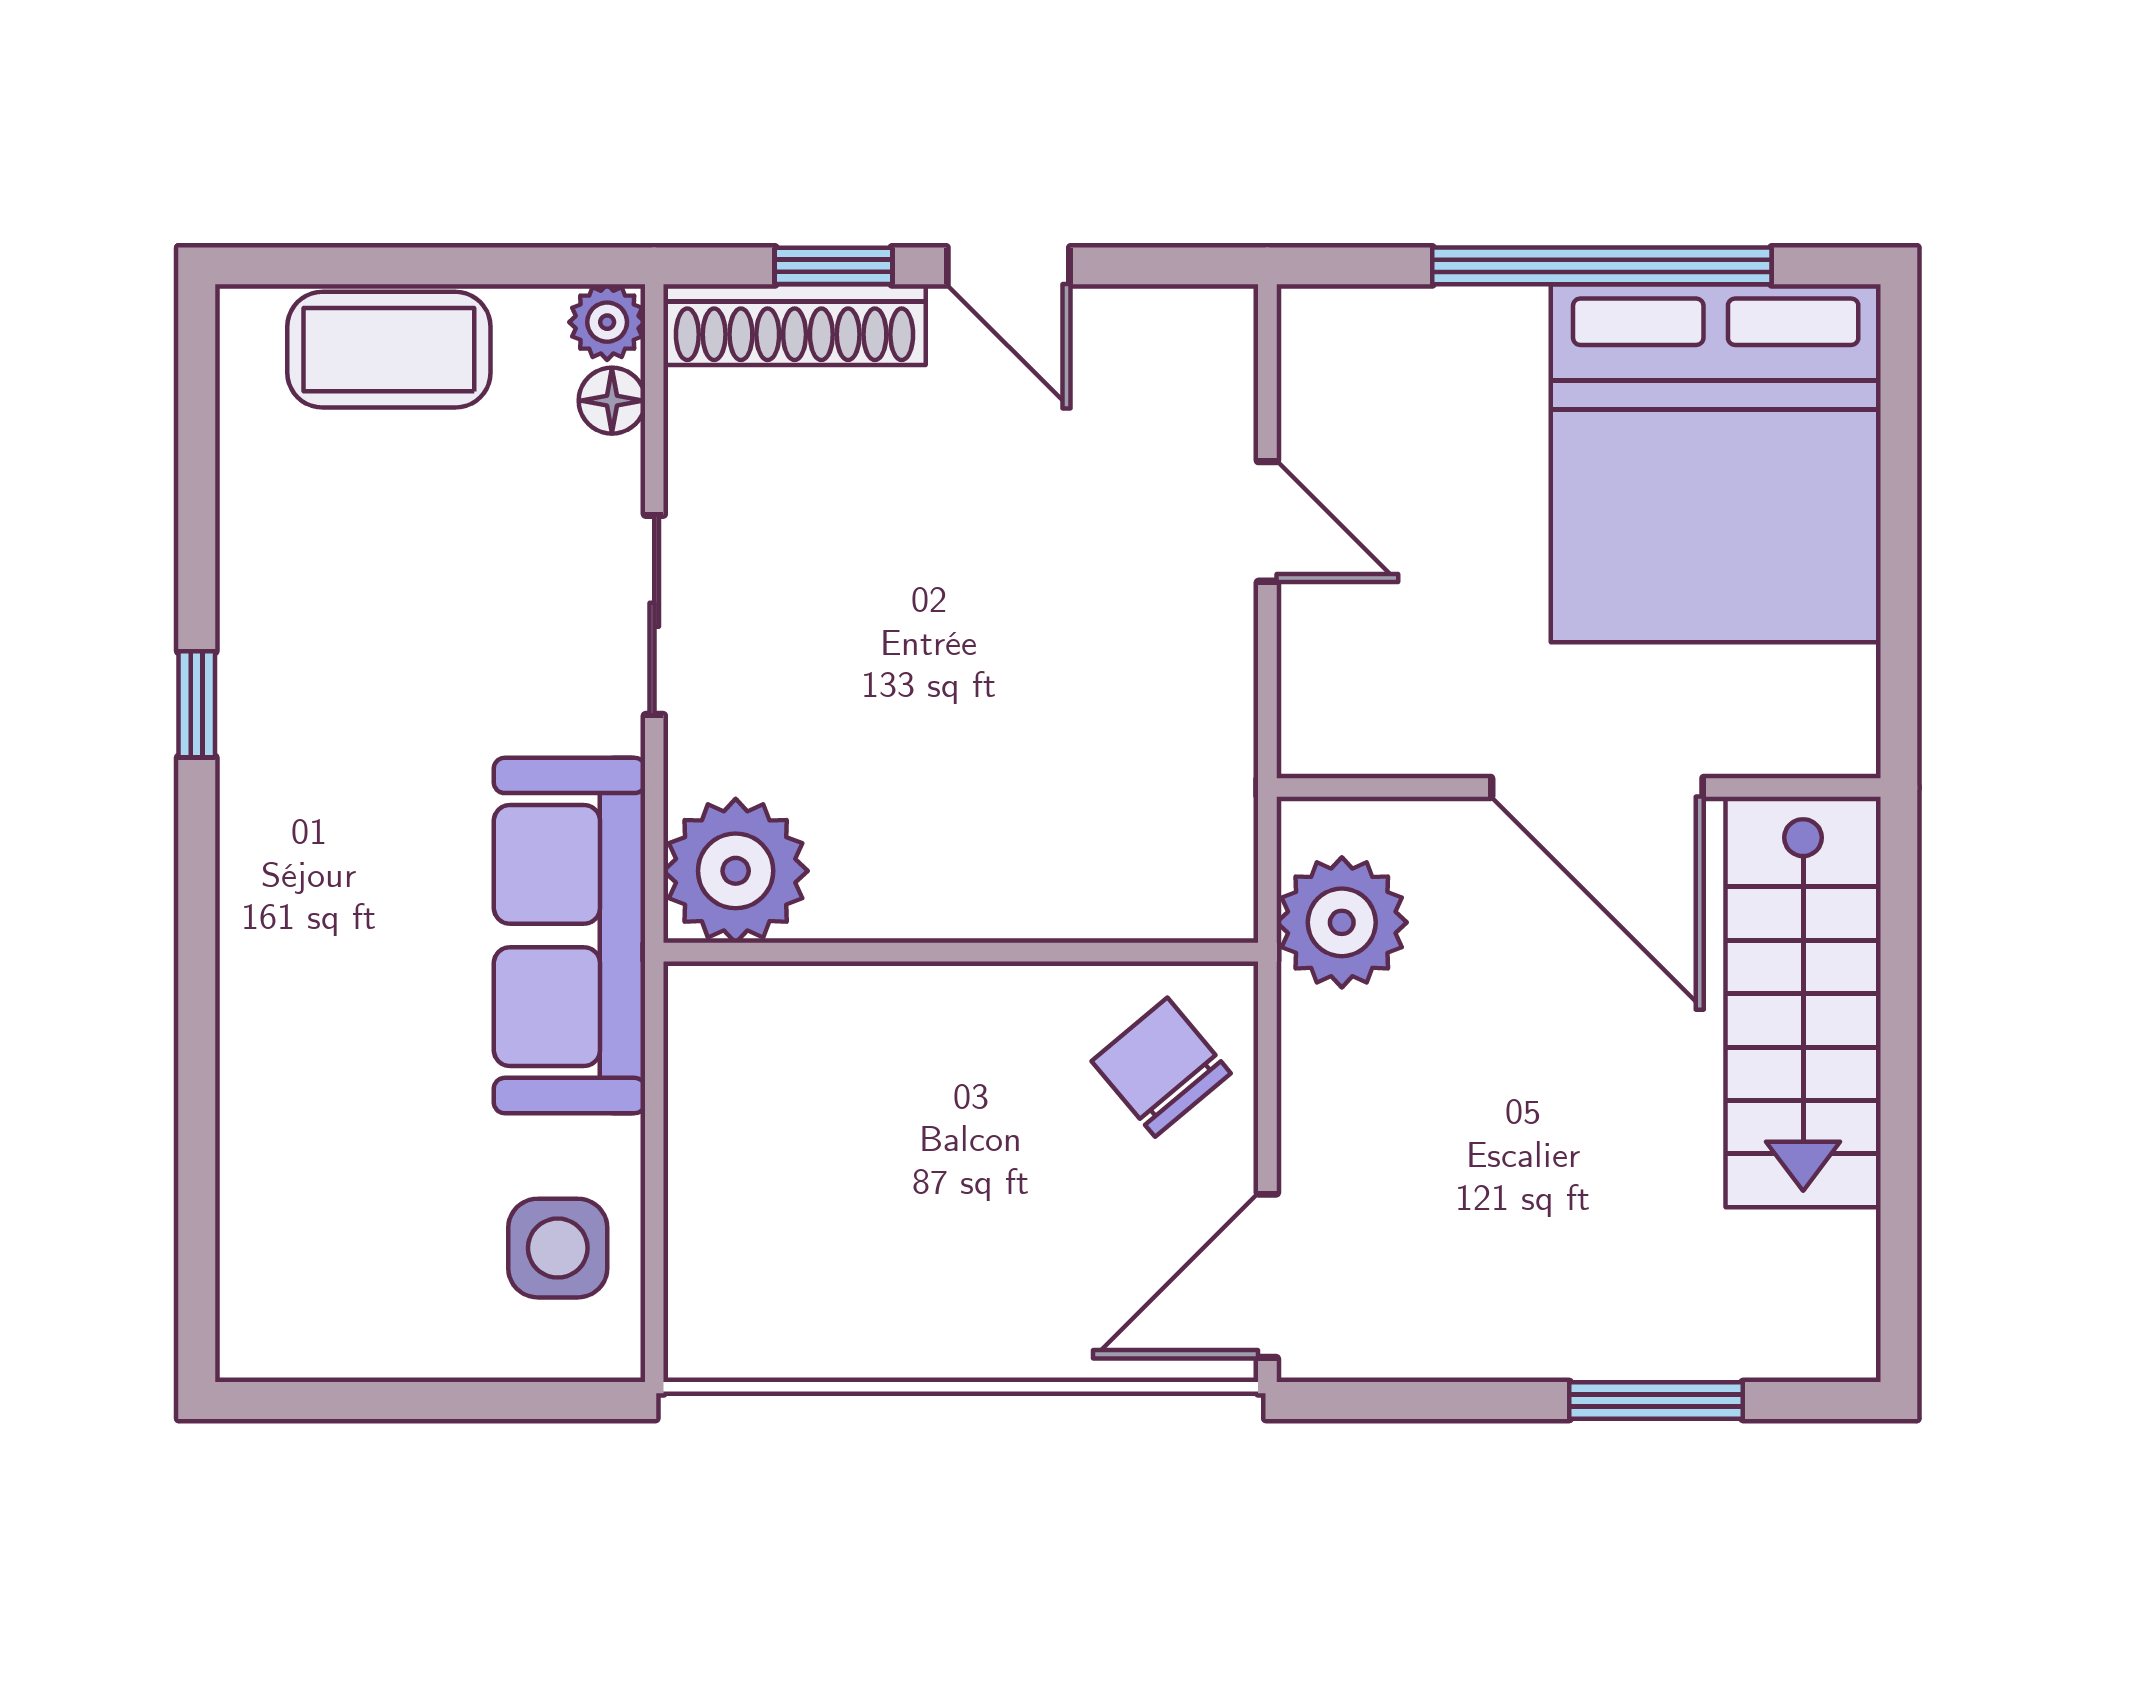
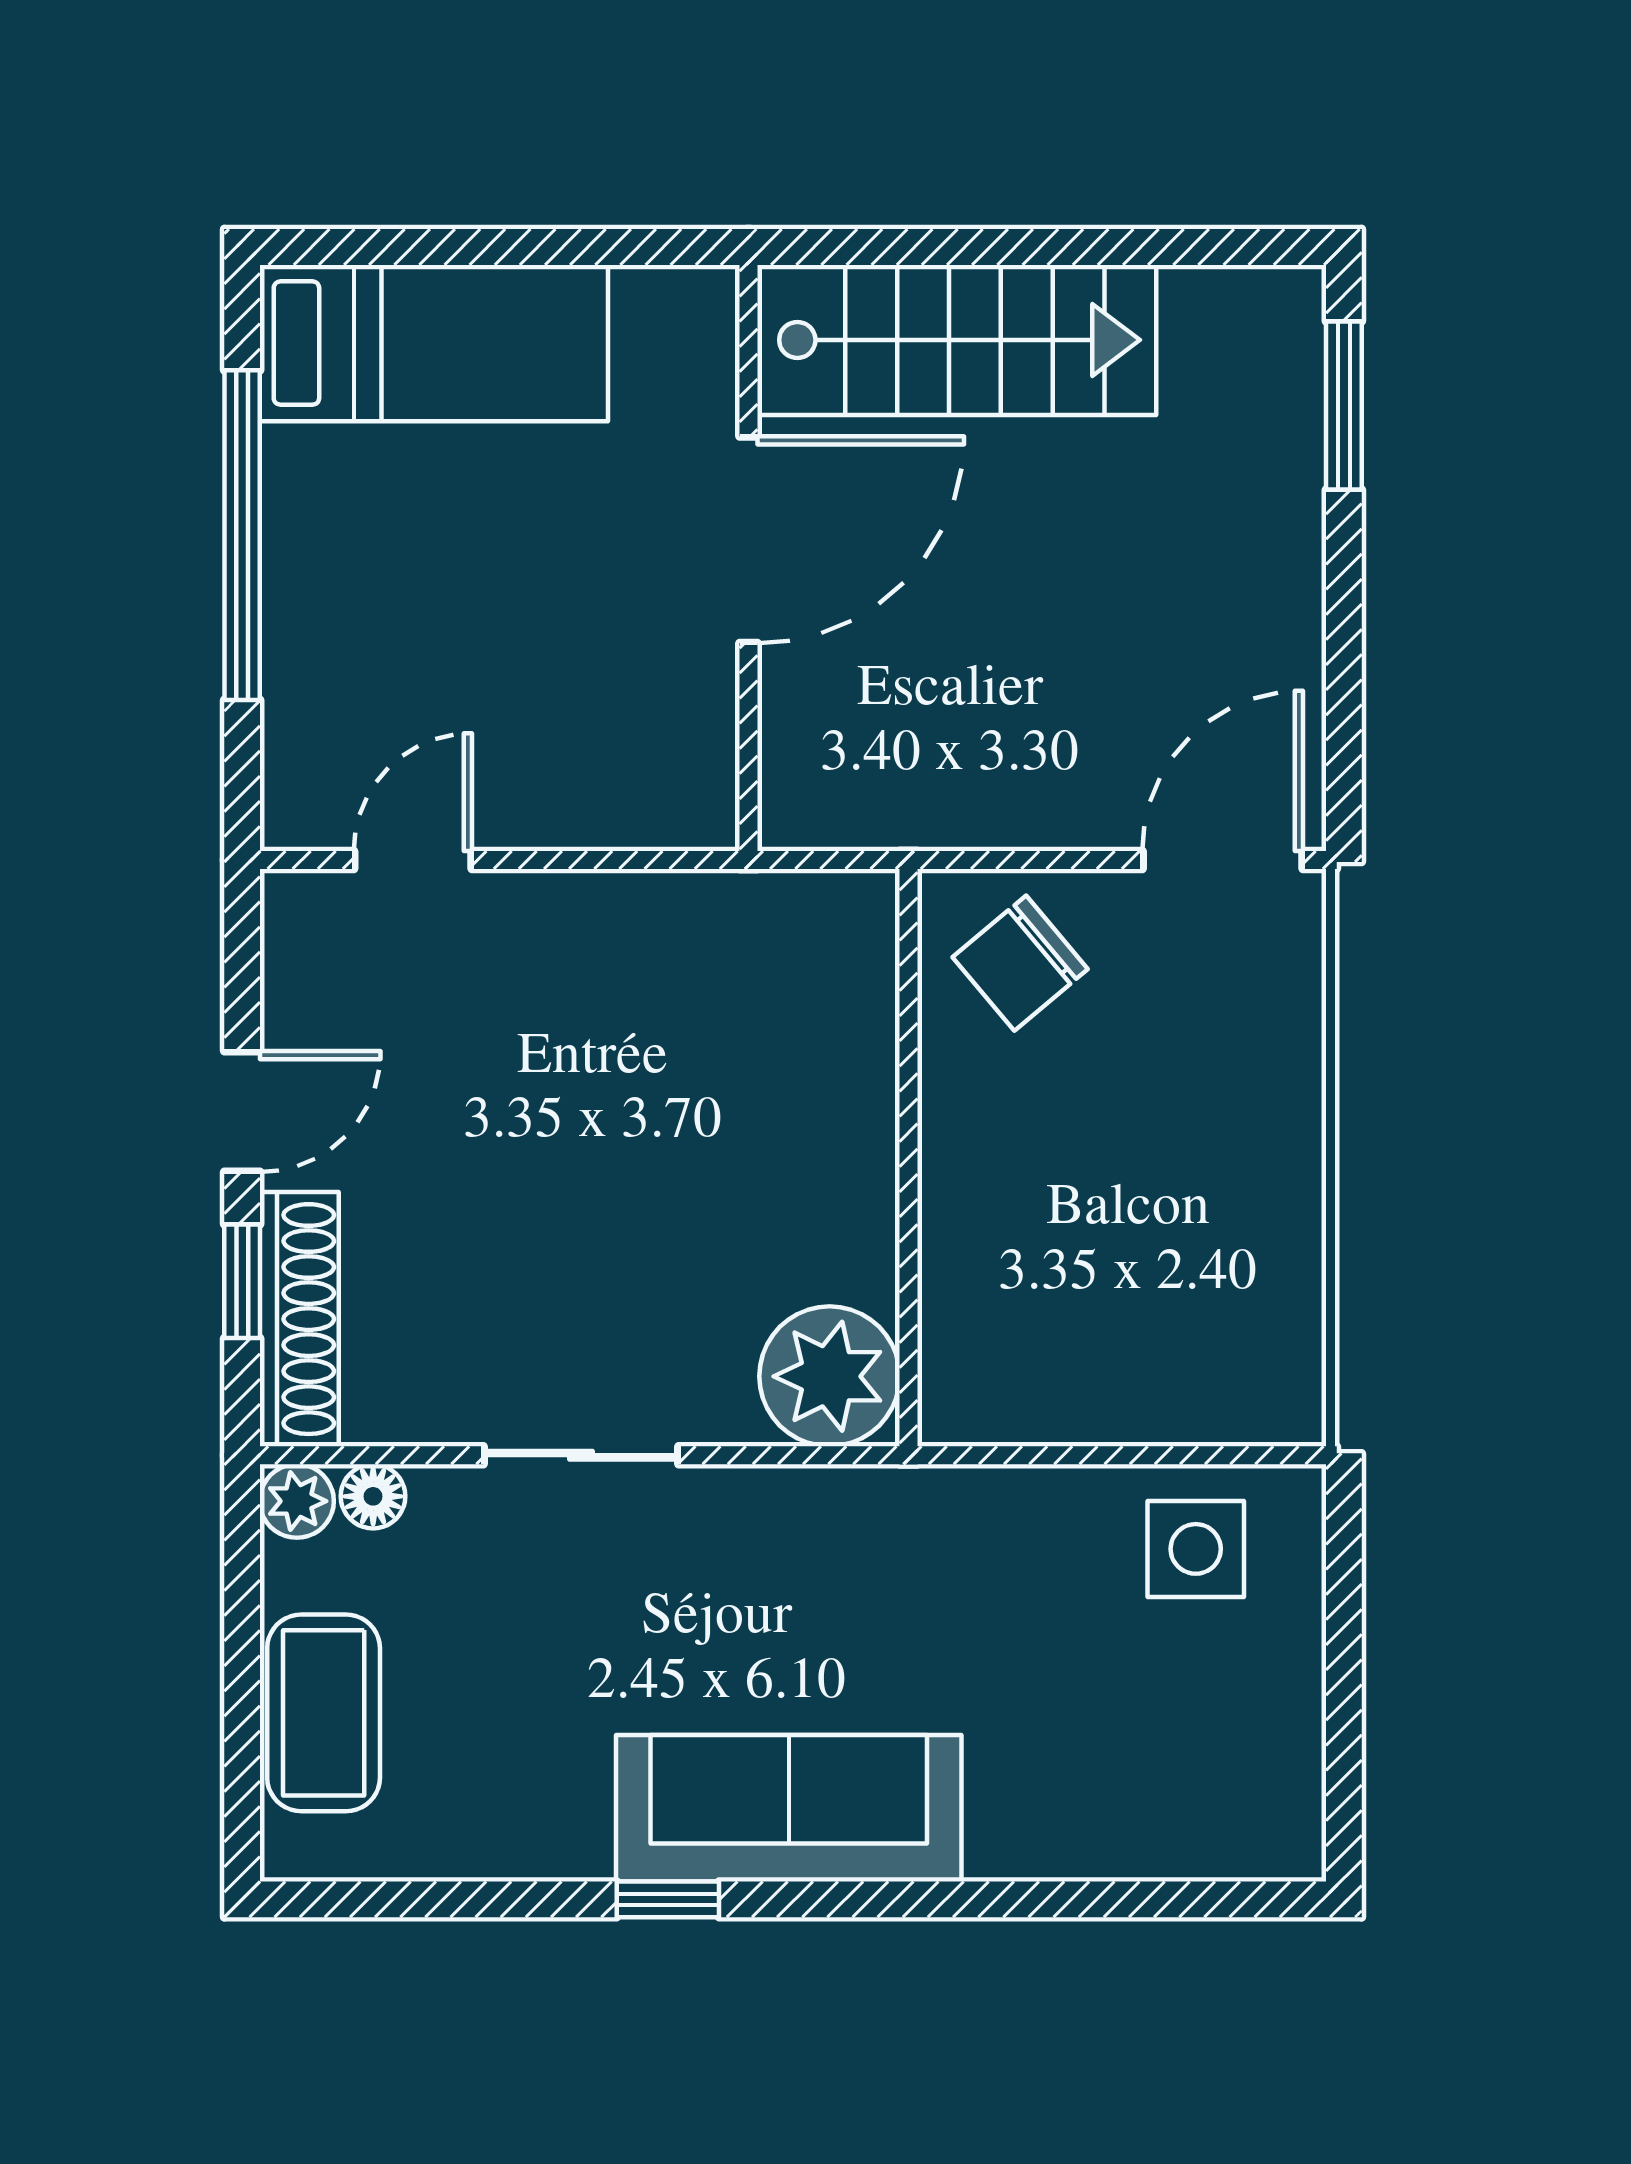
bed: (1716, 463) -> (434, 343), width x0.49
door: (1267, 521) -> (413, 860), moved
plant: (1342, 922) -> (880, 788), removed
sofa: (570, 935) -> (789, 1808), moved, turned 180
door: (1267, 1276) -> (1223, 860), swing flipped
window: (1656, 1401) -> (1344, 405), moved

